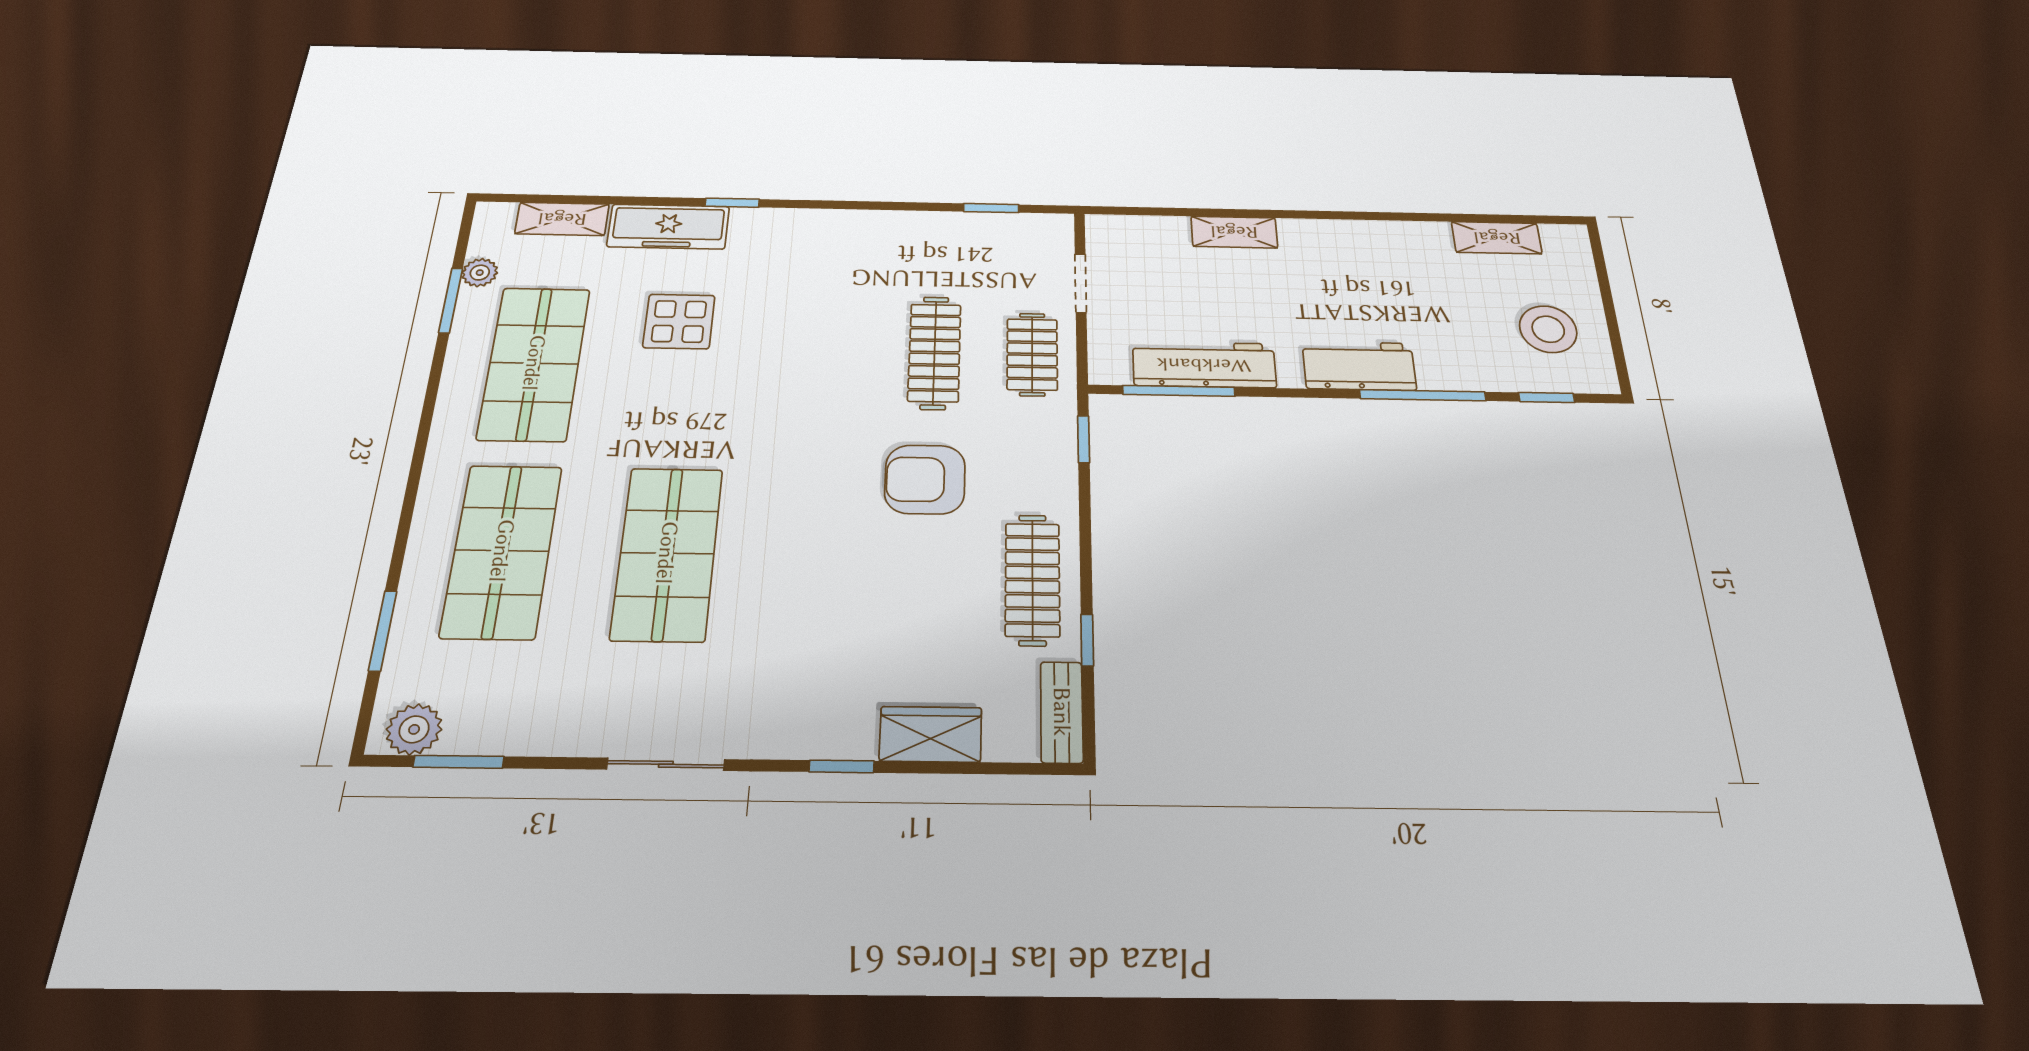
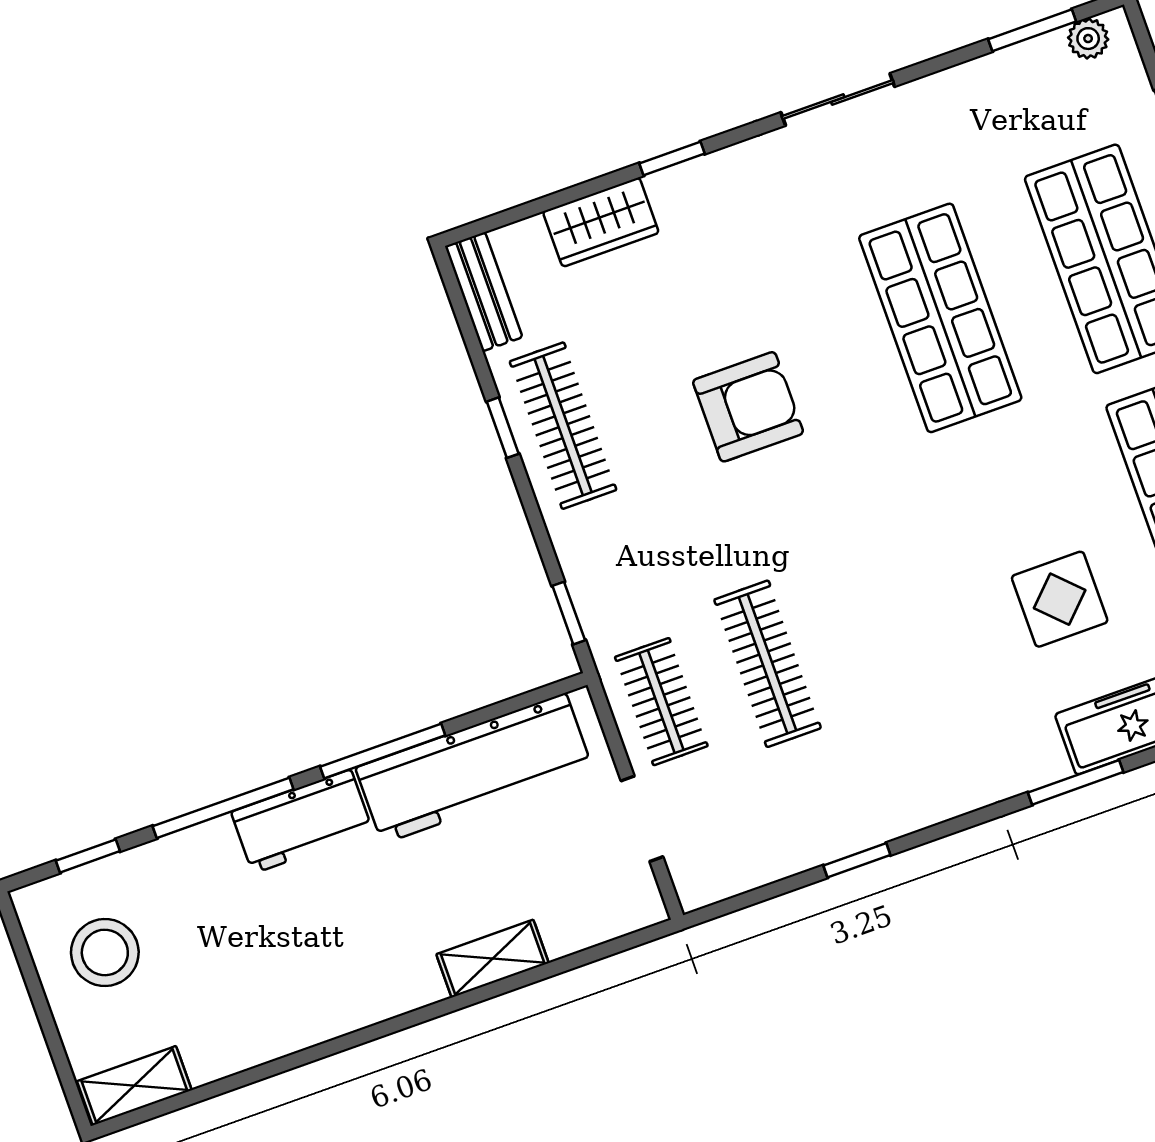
window: (732, 203) -> (1076, 782), width x1.50
window: (991, 208) -> (857, 860), moved
shelving: (1497, 238) -> (134, 1086), moved
workbench: (1204, 365) -> (474, 768), width x1.36, depth x1.32
window: (1179, 391) -> (383, 751), moved
armchair: (925, 479) -> (748, 407), moved
window: (1087, 640) -> (503, 428), moved
plant: (414, 729) -> (1088, 39), width x0.73, depth x0.73

